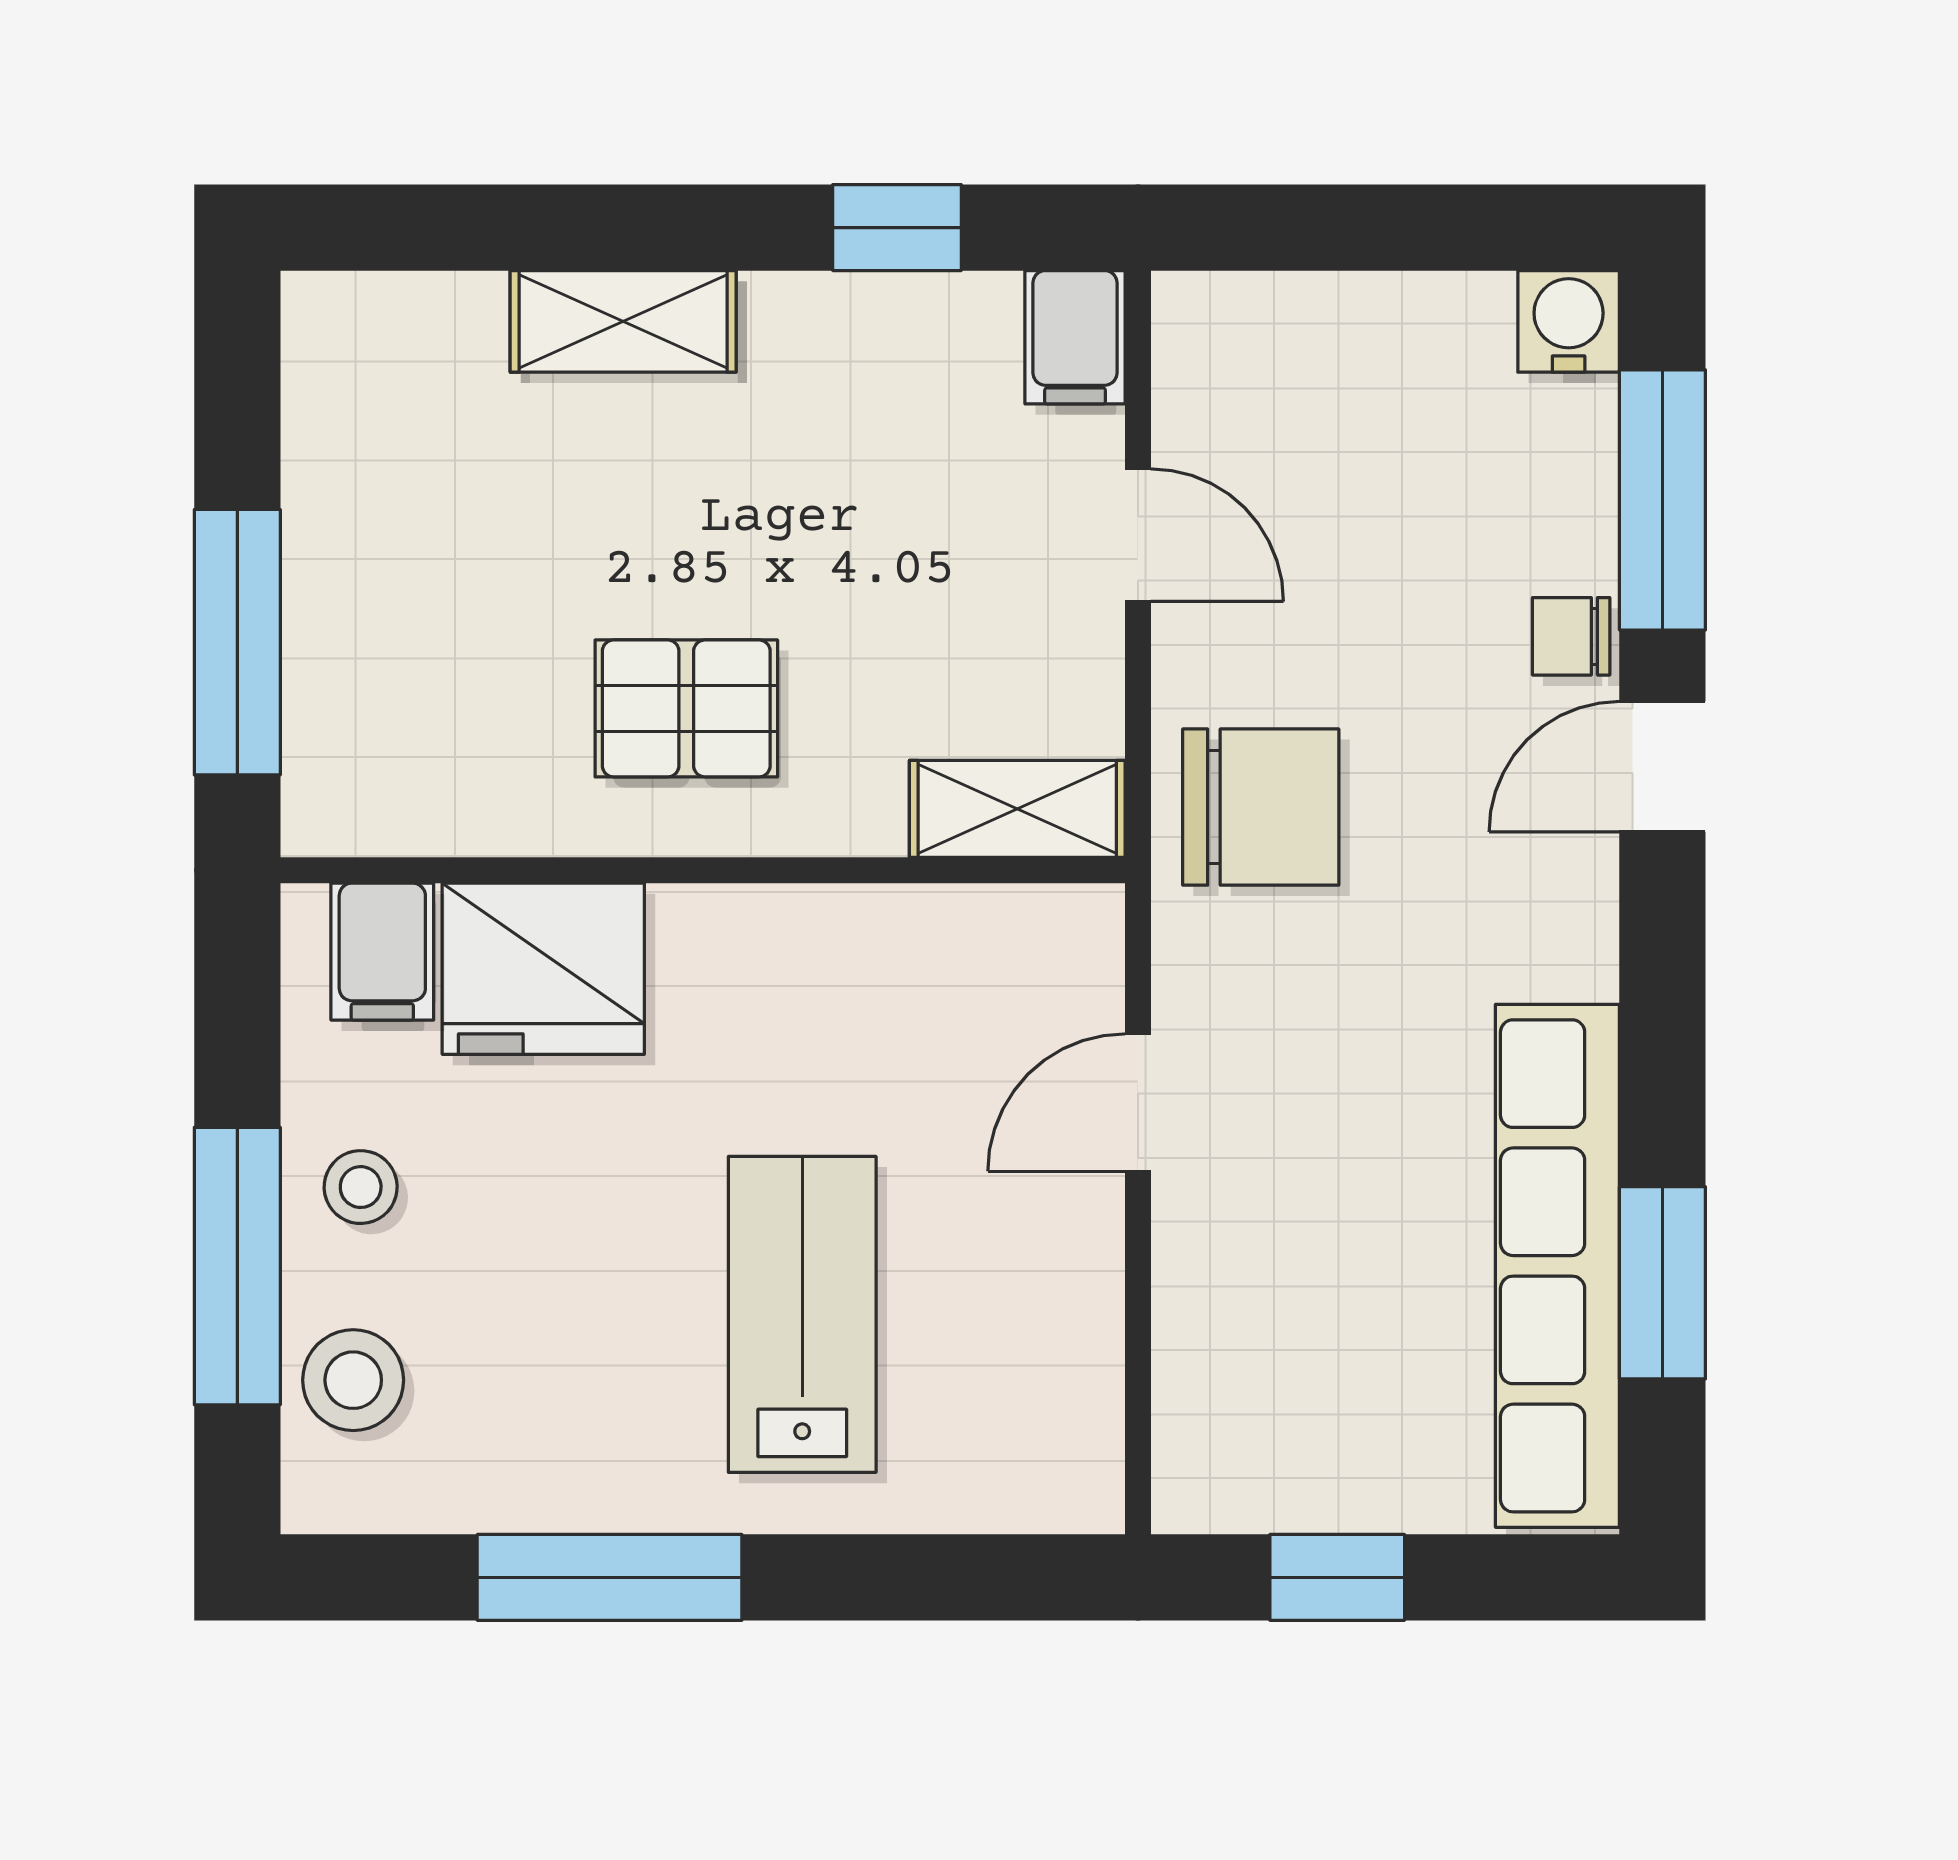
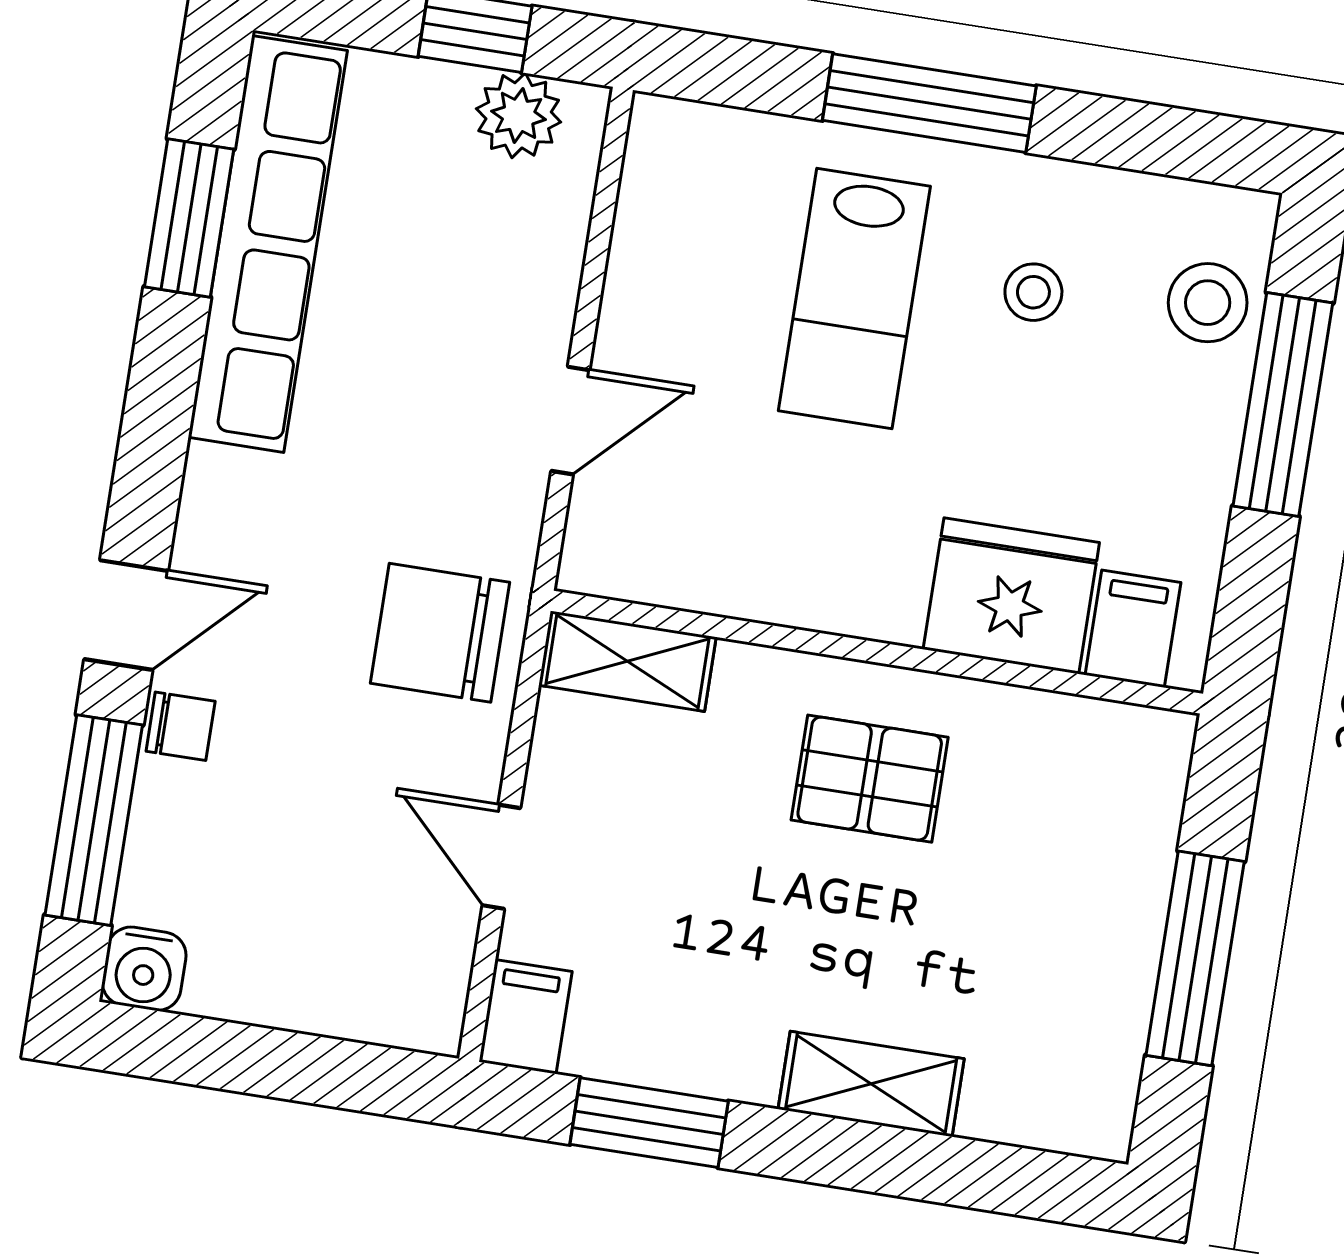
window: (897, 228) -> (649, 1123), width x1.50
window: (237, 642) -> (1195, 958), moved
stool: (361, 1187) -> (1033, 292), moved
plant: (1265, 1479) -> (519, 115), added
window: (610, 1577) -> (929, 103), moved

